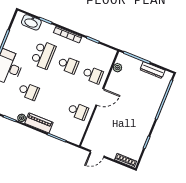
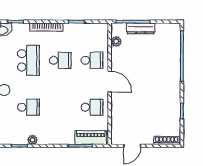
dresser: (152, 70) -> (141, 28), moved
door: (100, 97) -> (110, 82), hinge flipped
piano: (39, 123) -> (91, 138), moved

